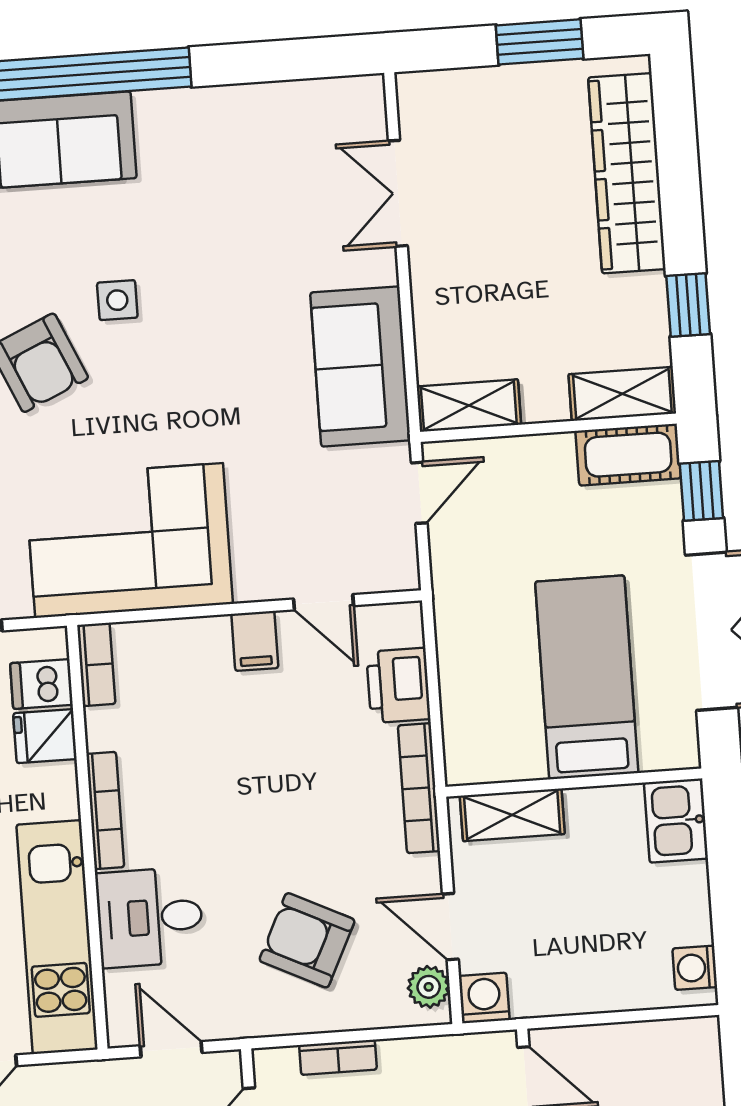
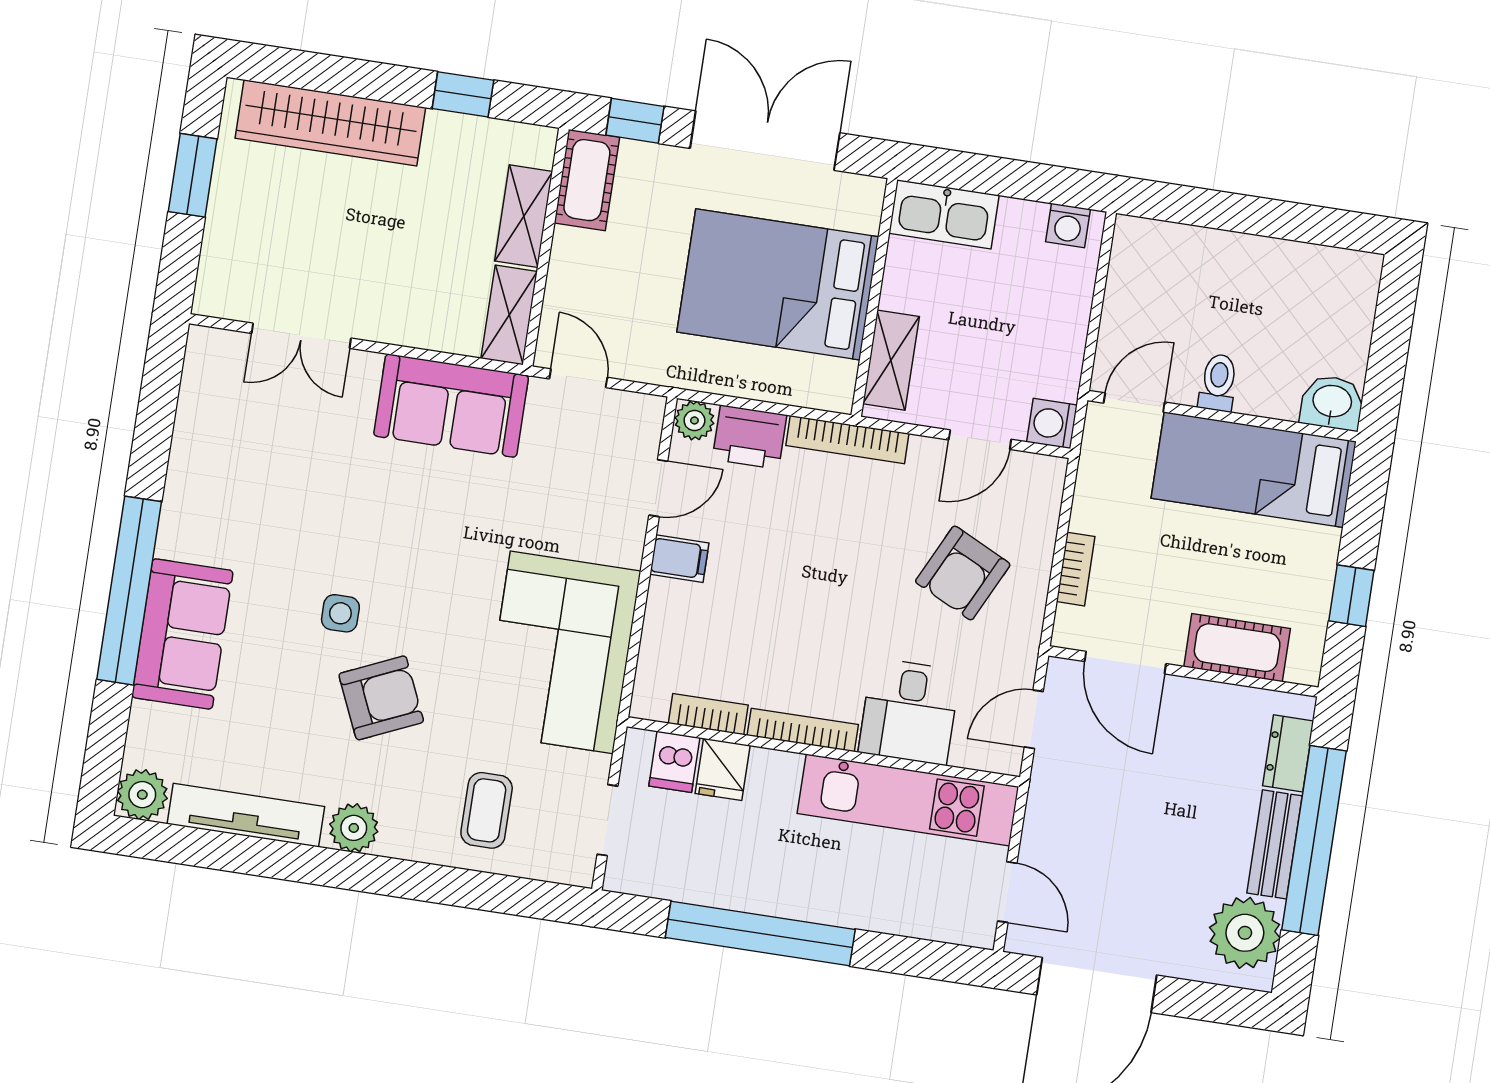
shelving: (622, 394) -> (524, 216), moved
bookcase: (96, 664) -> (708, 714), moved
bed: (587, 677) -> (778, 284), width x1.50
kitchen sink: (676, 821) -> (944, 214), width x1.38
plant: (429, 987) -> (694, 420), moved

